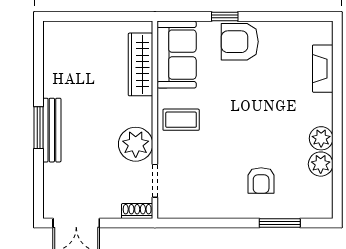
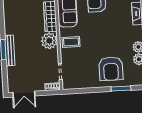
plant: (136, 144) -> (49, 41), moved
armchair: (261, 180) -> (111, 69), width x1.88, depth x1.88

